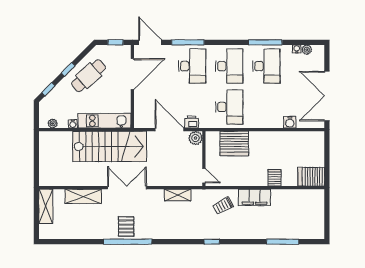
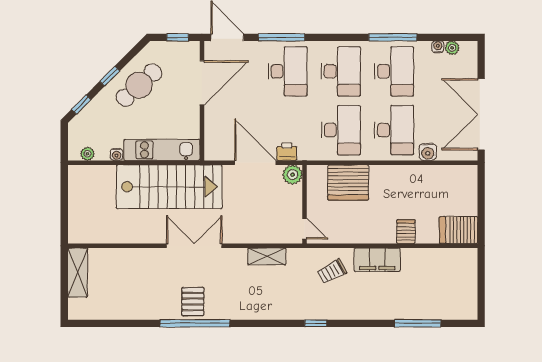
desk: (266, 107) -> (394, 130), added
shelving: (83, 196) -> (131, 258), removed

